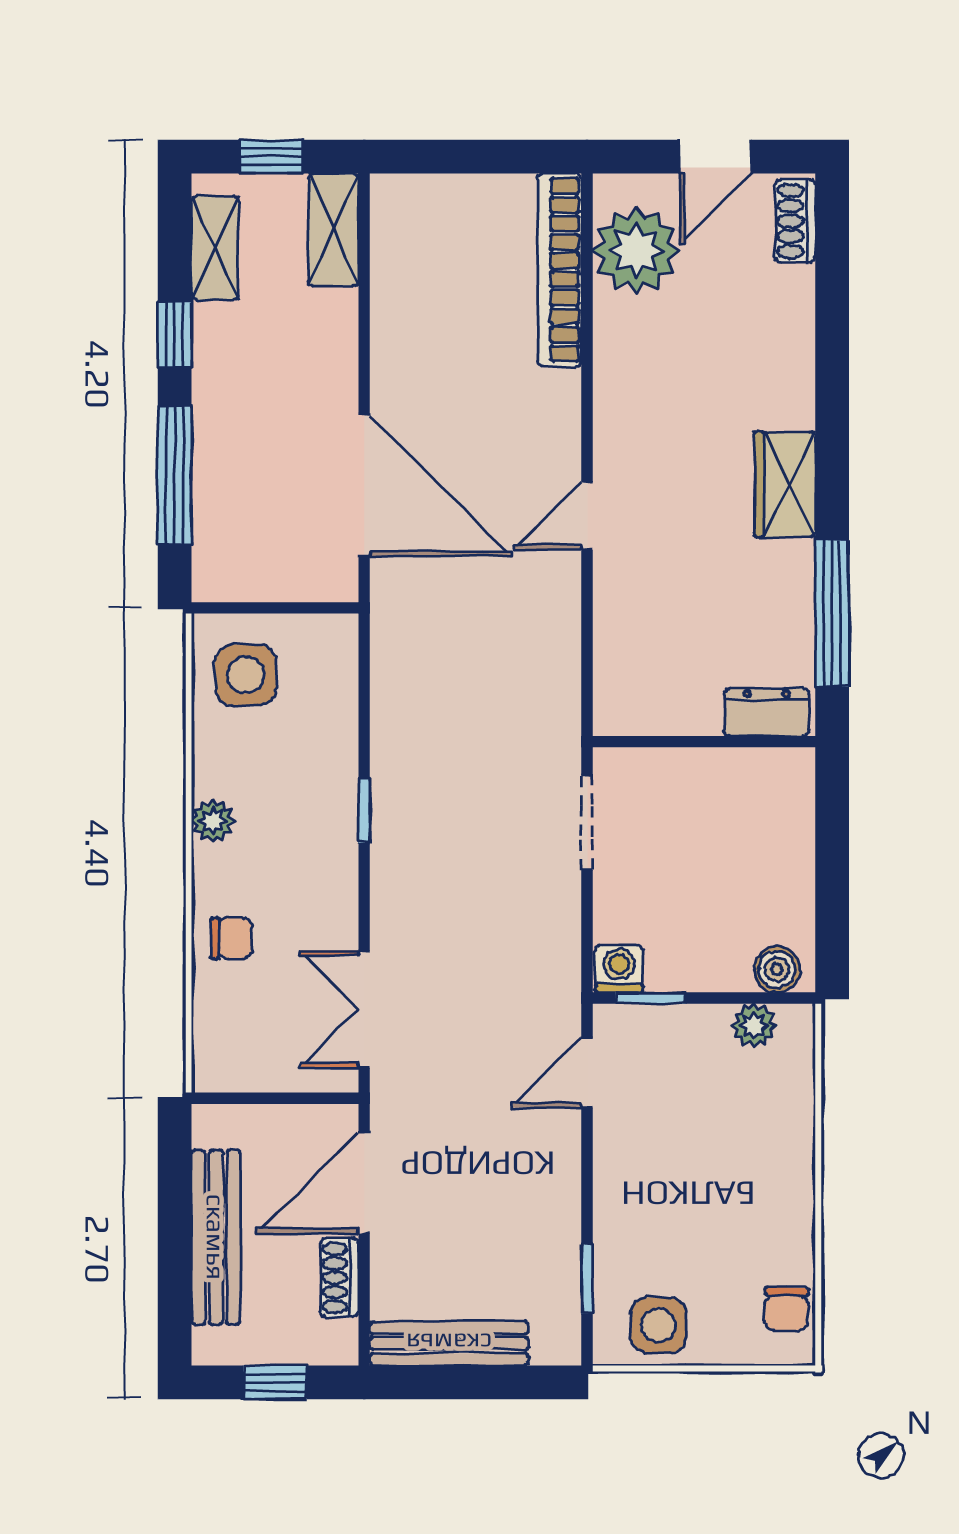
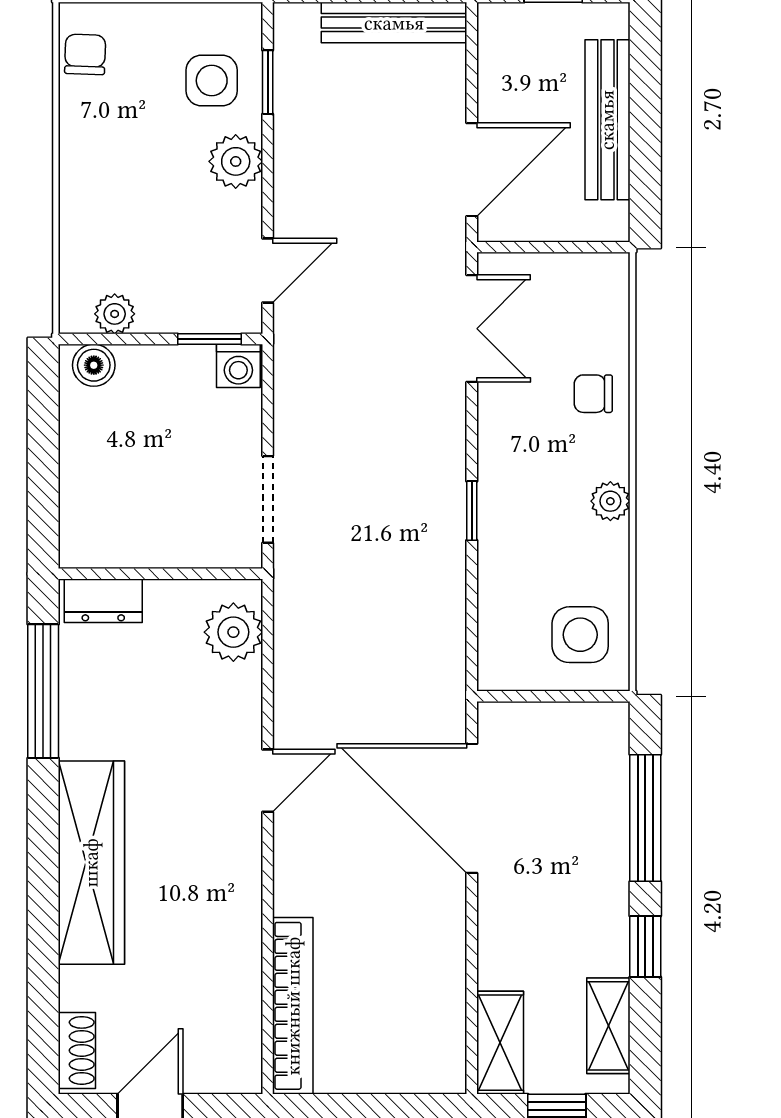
plant: (636, 251) -> (233, 632), moved, width x0.73, depth x0.73
wardrobe: (785, 484) -> (91, 863), width x2.10, depth x1.17
plant: (622, 1192) -> (236, 161), added
shoe rack: (339, 1278) -> (494, 83), removed
side table: (658, 1325) -> (212, 81), moved

